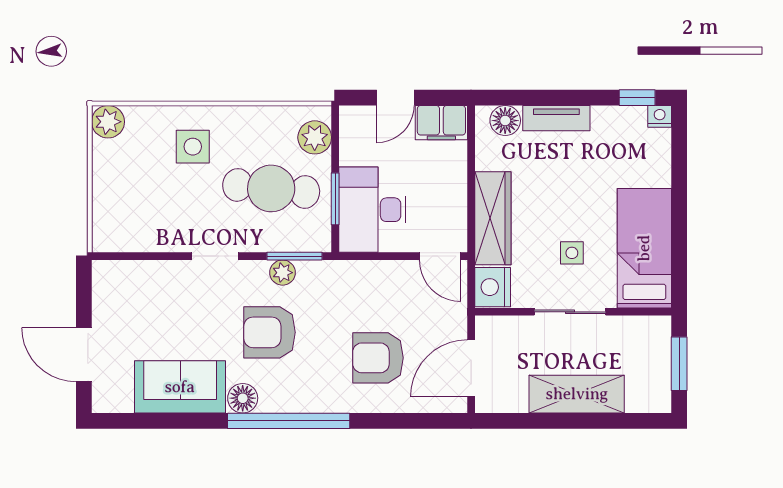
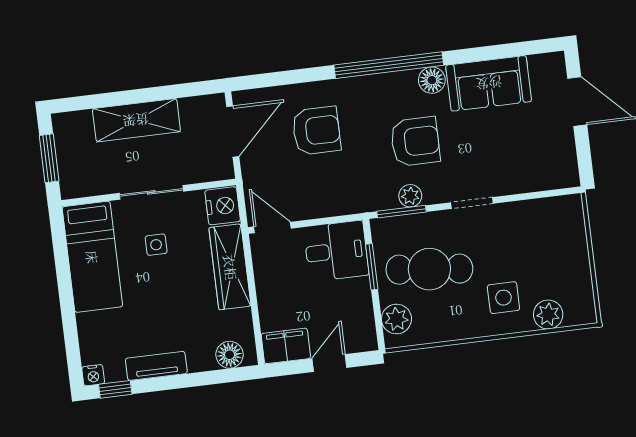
tv unit: (556, 118) -> (156, 366), moved
plant: (108, 122) -> (548, 315), moved
desk: (372, 210) -> (336, 251), width x0.73

